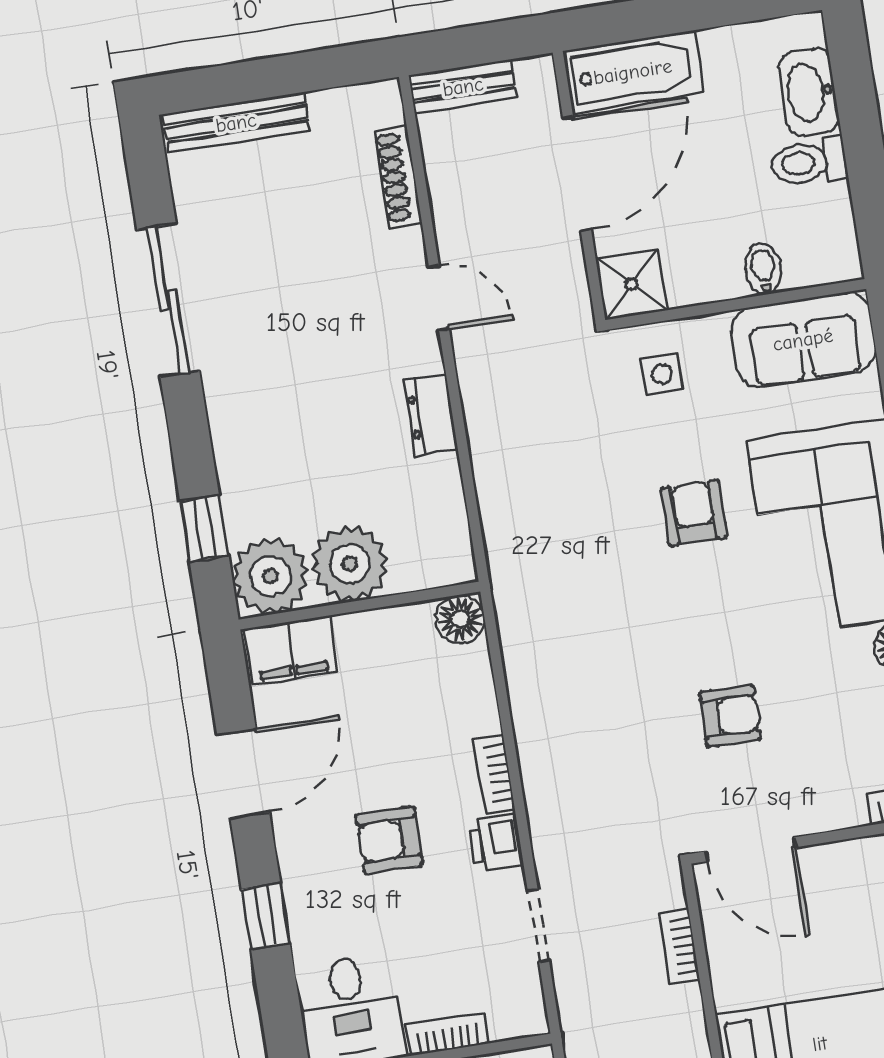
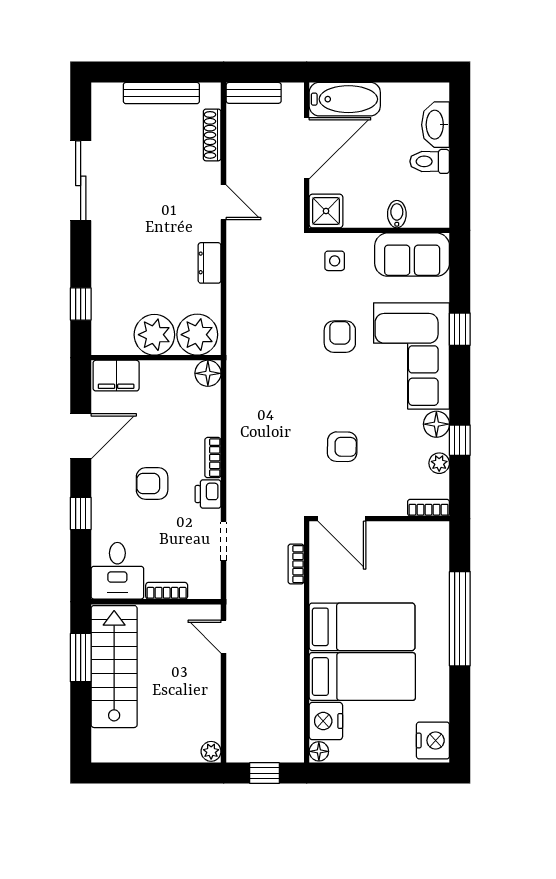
bench: (236, 123) -> (161, 93), moved
plant: (270, 576) -> (197, 335), moved

